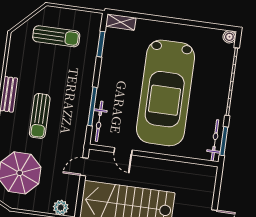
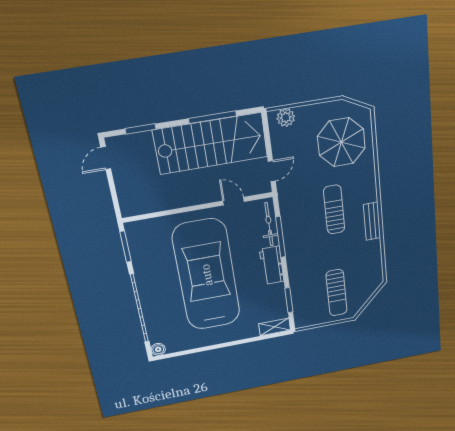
sun lounger: (56, 36) -> (337, 293), turned -90
workbench: (107, 83) -> (272, 265), added
bicycle: (215, 140) -> (136, 244), removed

